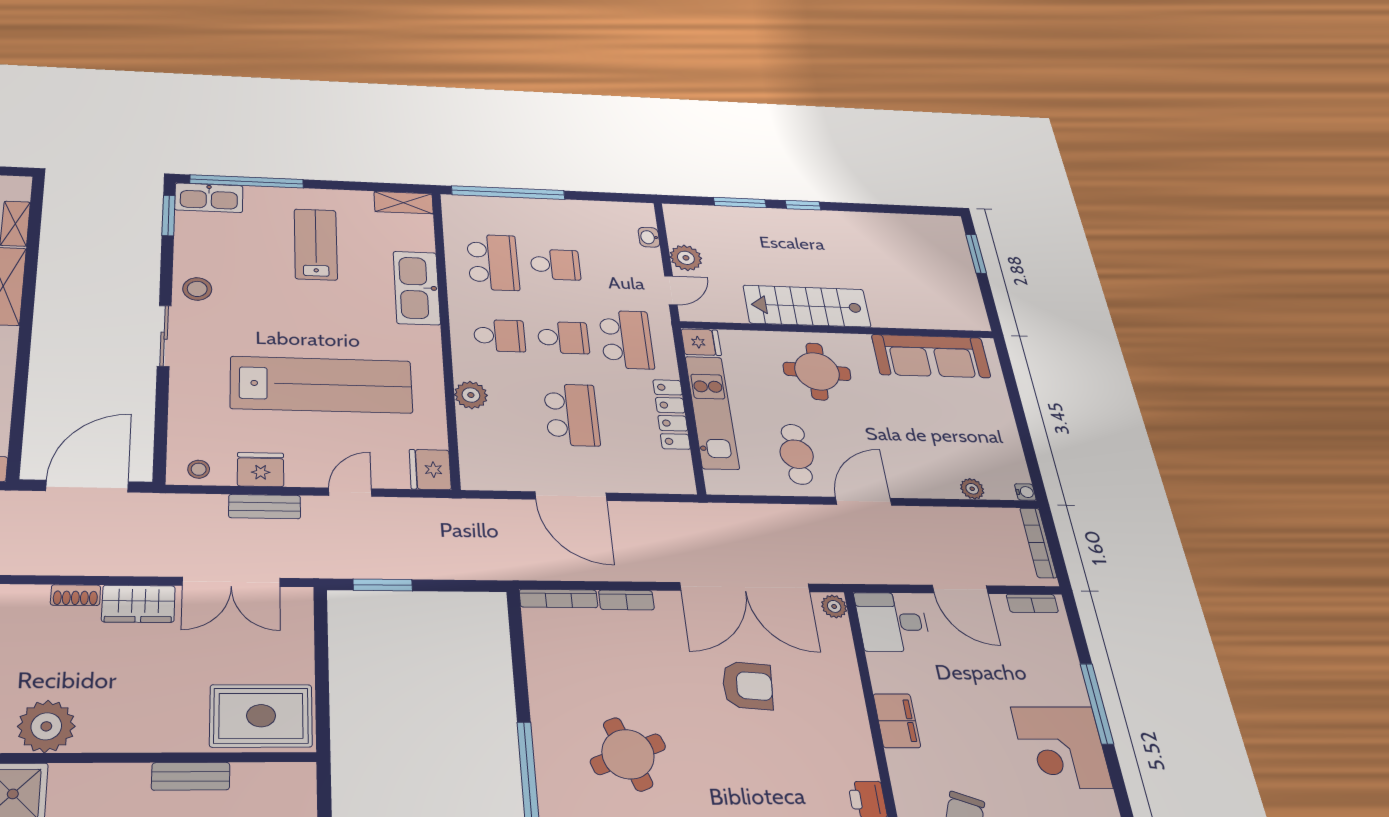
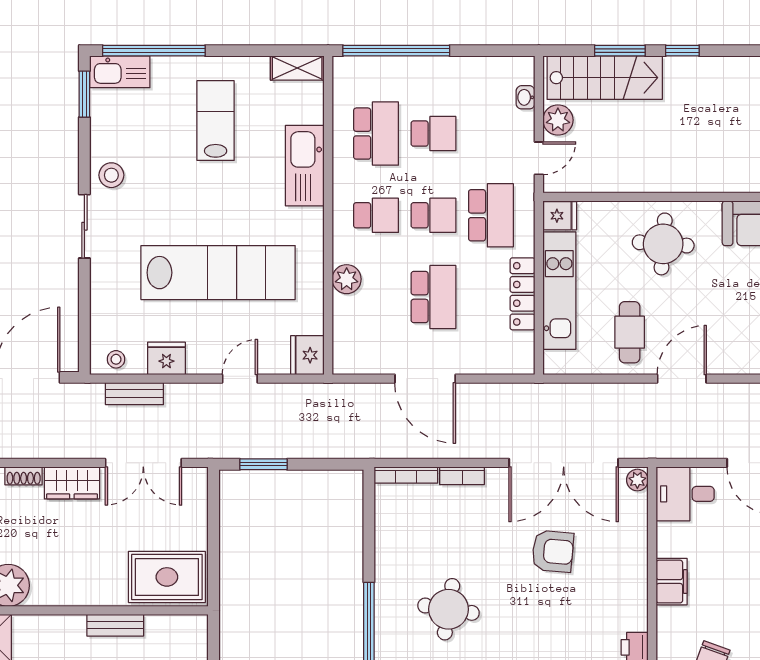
stairs: (807, 306) -> (605, 78), moved, turned 180
bench: (265, 507) -> (134, 394), moved
round table: (628, 754) -> (449, 609), turned 30

